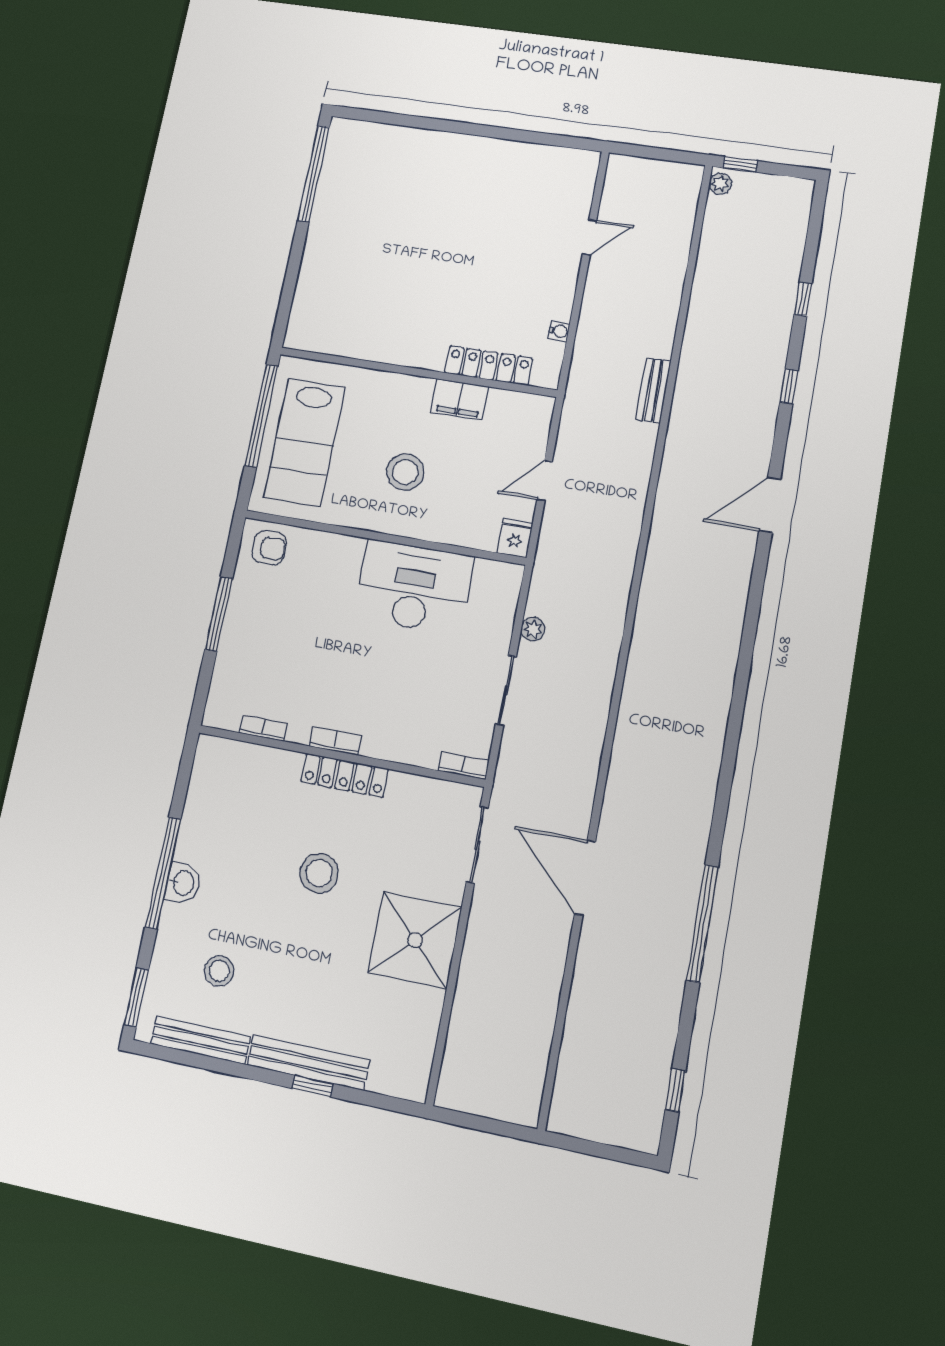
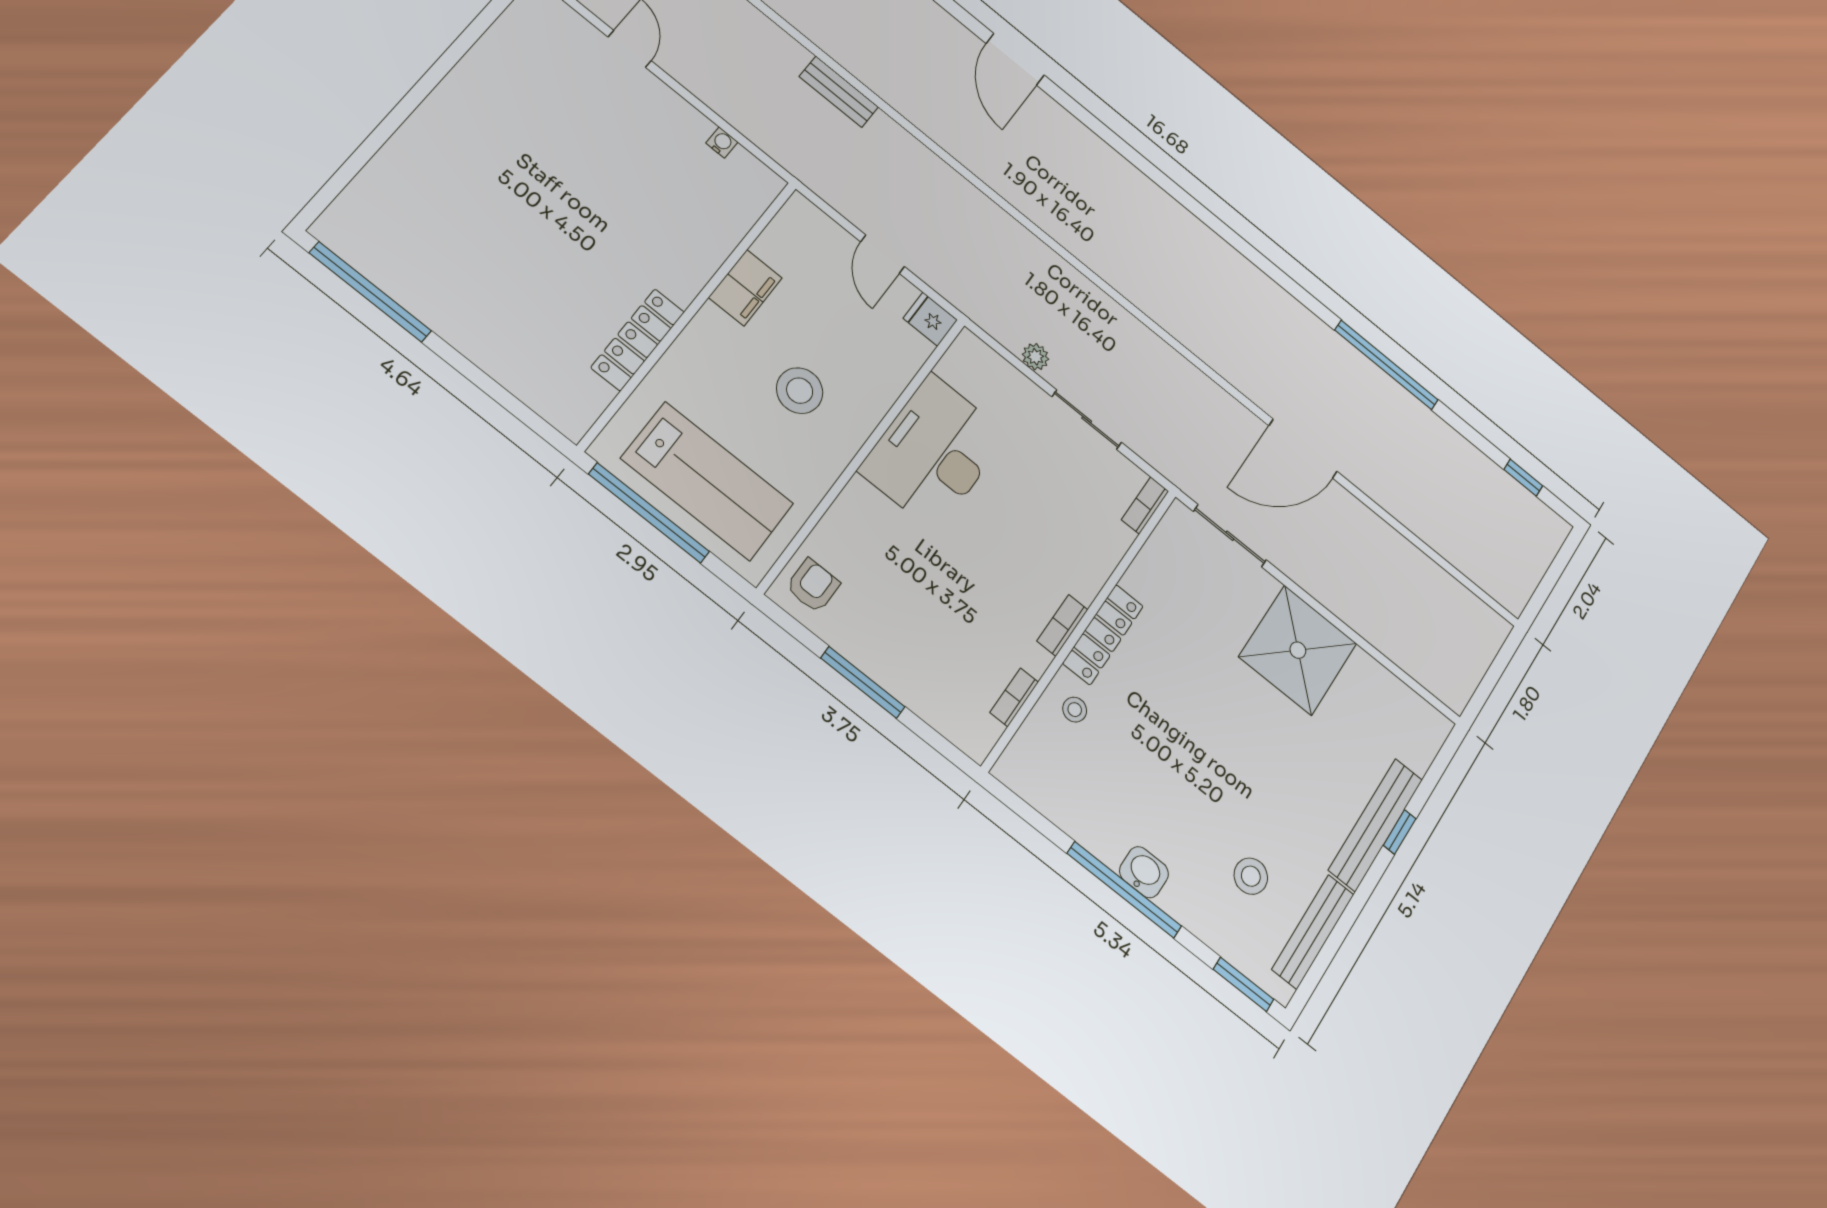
locker: (489, 366) -> (638, 340), moved
stool: (319, 873) -> (1075, 710), moved, width x0.53, depth x0.53

